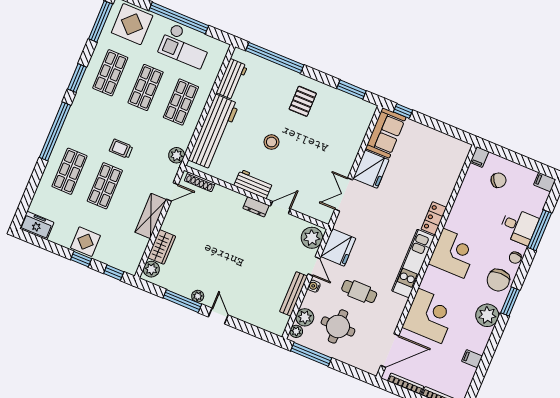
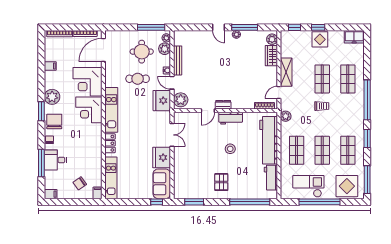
kitchen unit: (452, 170) -> (111, 178), added
corner desk: (453, 253) -> (89, 110), moved

